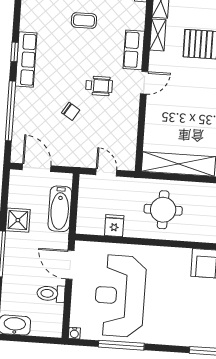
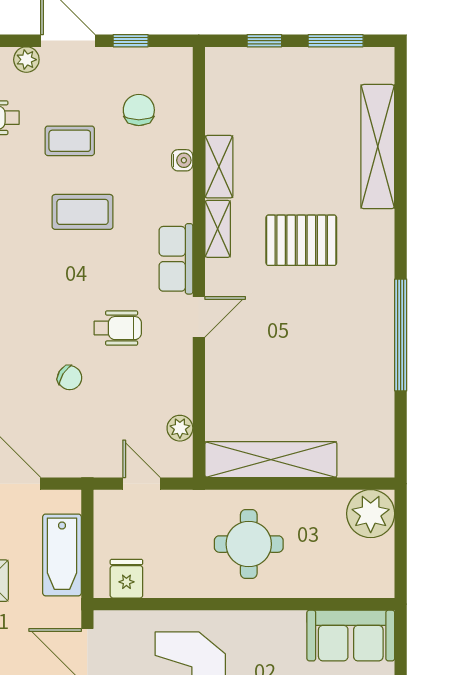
coffee table: (84, 21) -> (83, 212), width x1.36, depth x1.30
plant: (130, 143) -> (180, 428), added
fridge: (114, 226) -> (126, 579), moved

